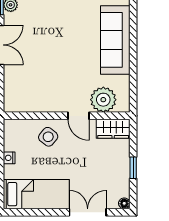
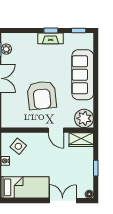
armchair: (59, 68) -> (42, 95), added
plant: (103, 100) -> (84, 118), moved
side table: (48, 137) -> (18, 146), moved

